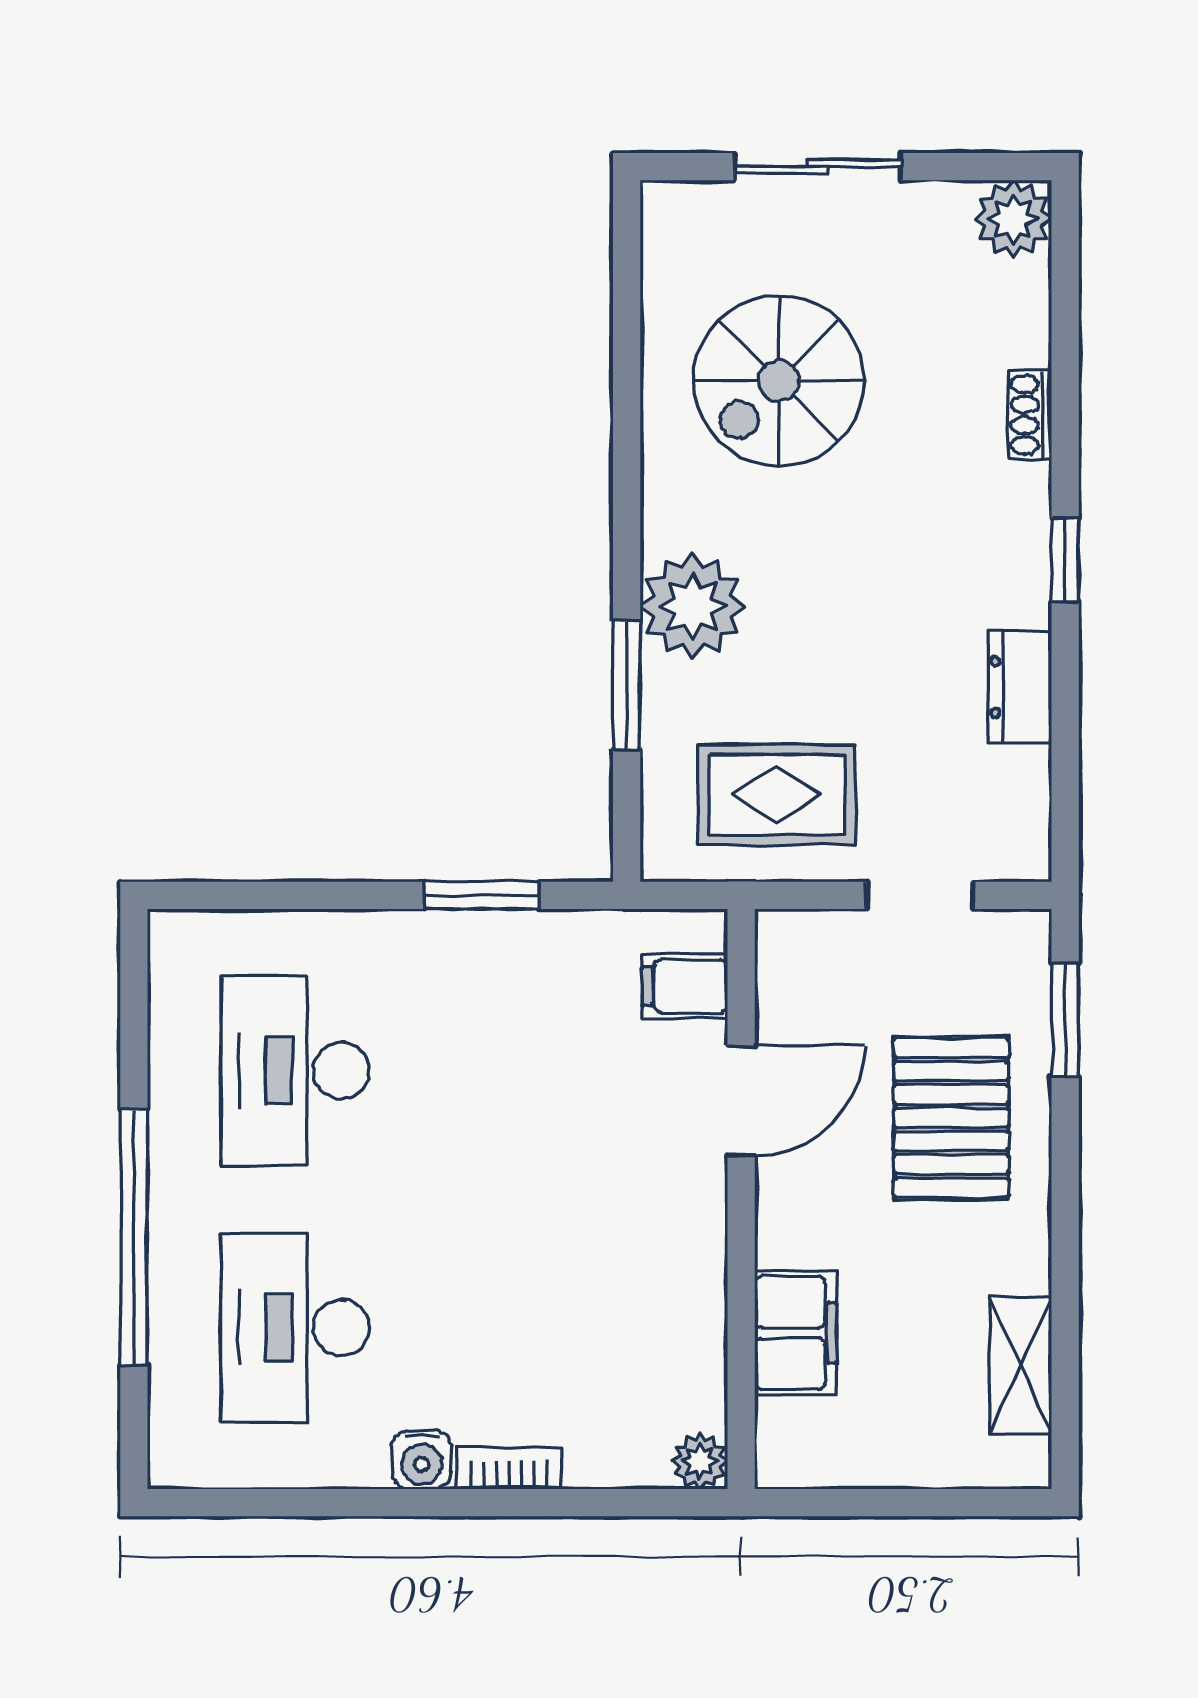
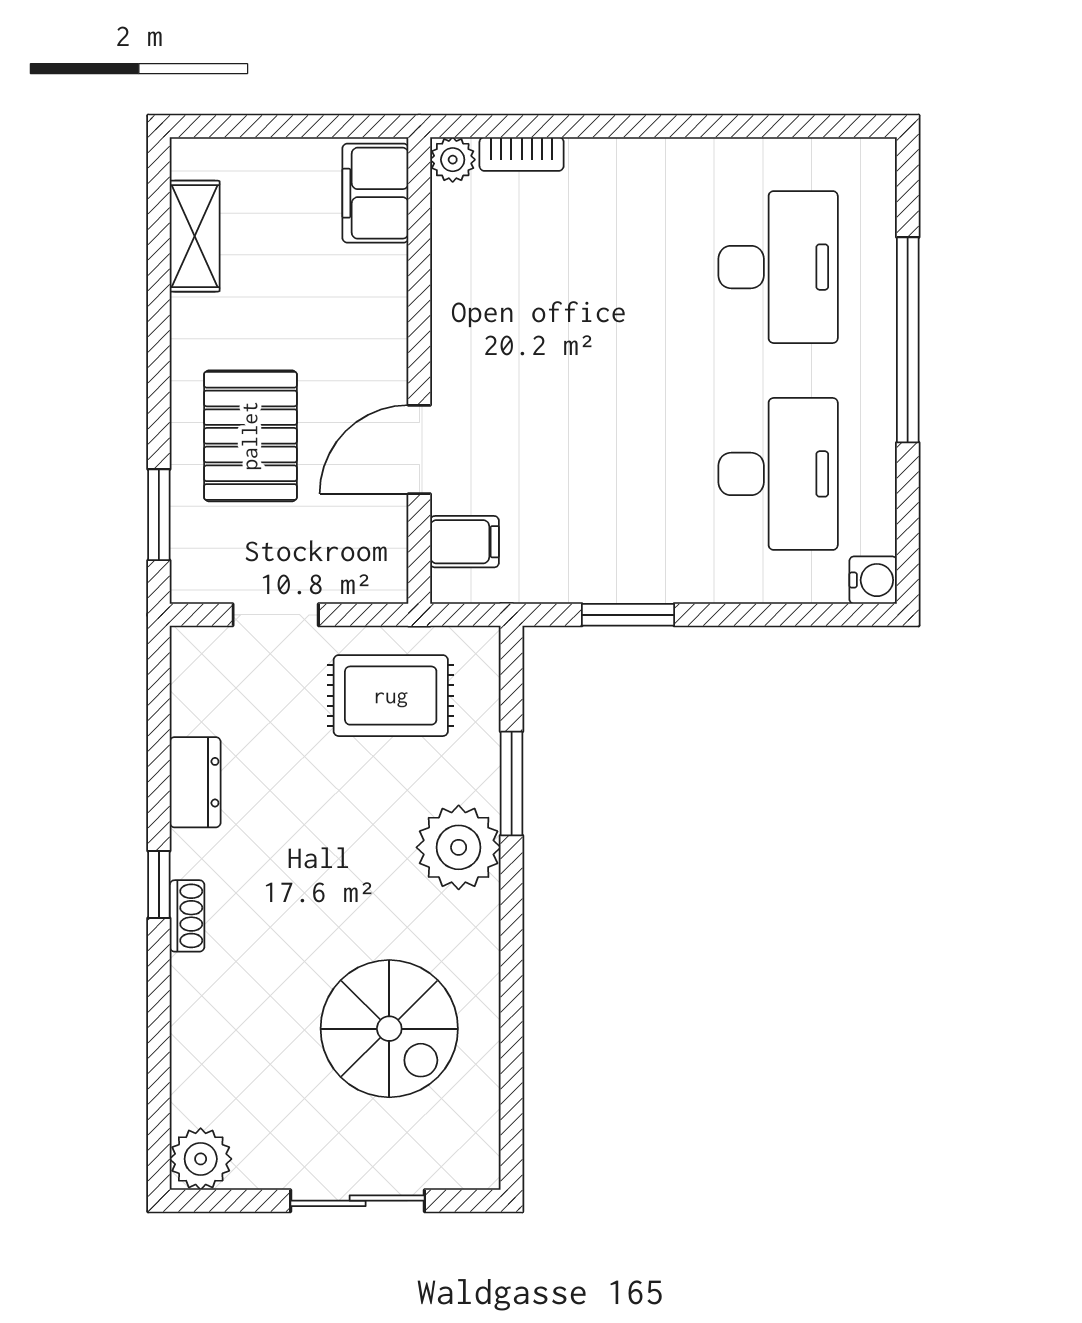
spiral stairs: (779, 381) -> (389, 1029), turned 90
shoe rack: (1030, 415) -> (187, 916), moved
filing cabinet: (796, 1333) -> (375, 193), moved
water cooler: (422, 1460) -> (873, 580), moved, turned 90
bookcase: (509, 1468) -> (522, 154), moved

